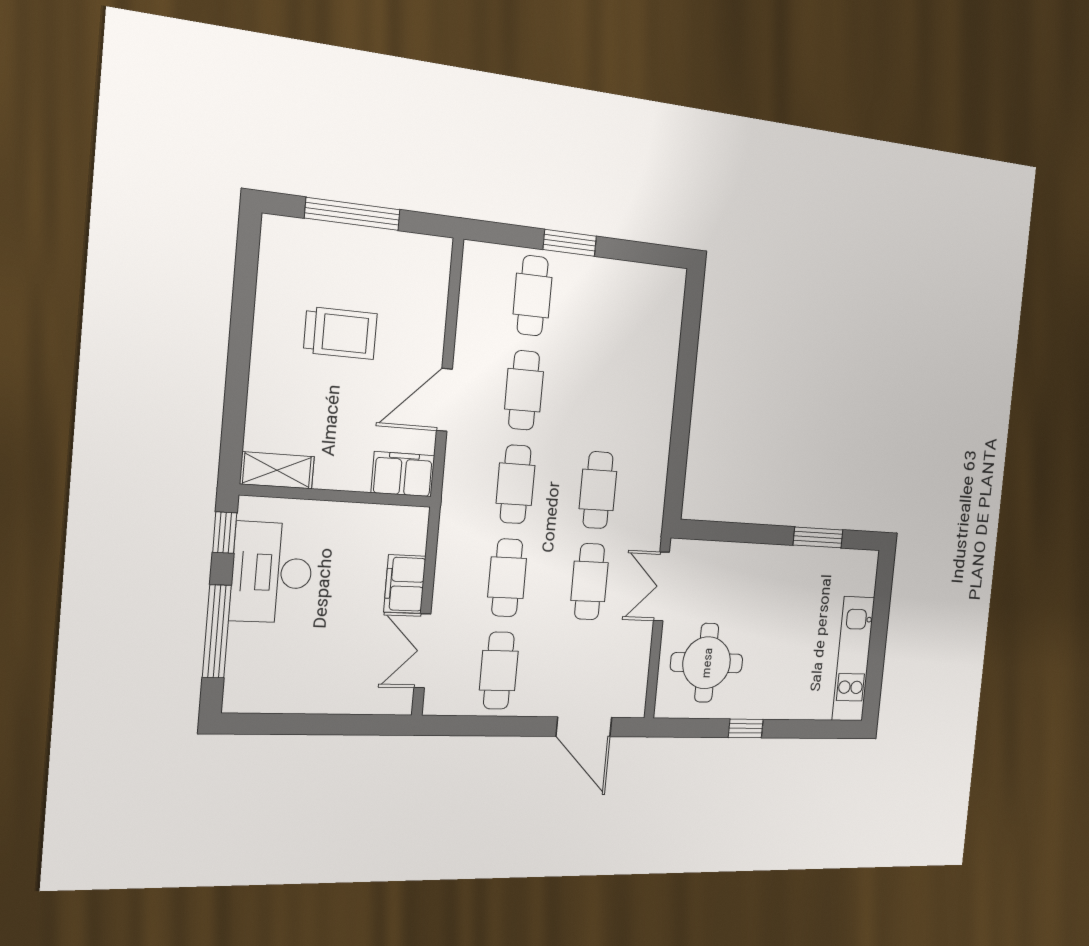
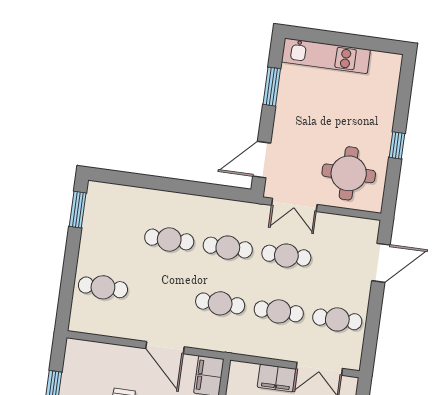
window: (570, 243) -> (78, 210), moved
cafe table: (524, 390) -> (169, 239), moved
door: (722, 531) -> (262, 160), added
kitchen unit: (853, 659) -> (326, 56), moved

